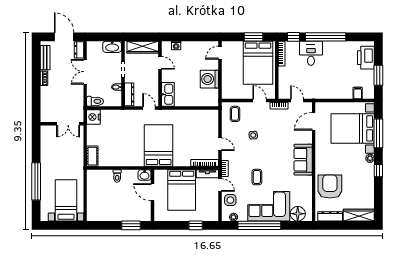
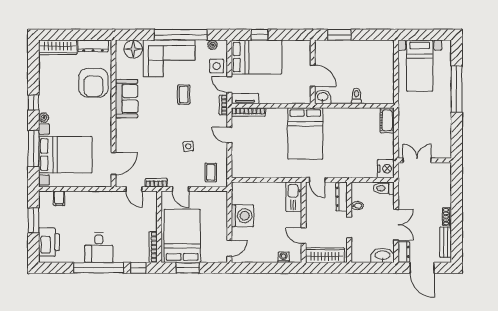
washbasin: (112, 47) -> (383, 256), moved
desk: (311, 53) -> (99, 248), moved
sofa: (303, 160) -> (127, 99), moved
bed: (182, 190) -> (257, 57), moved, turned 90

